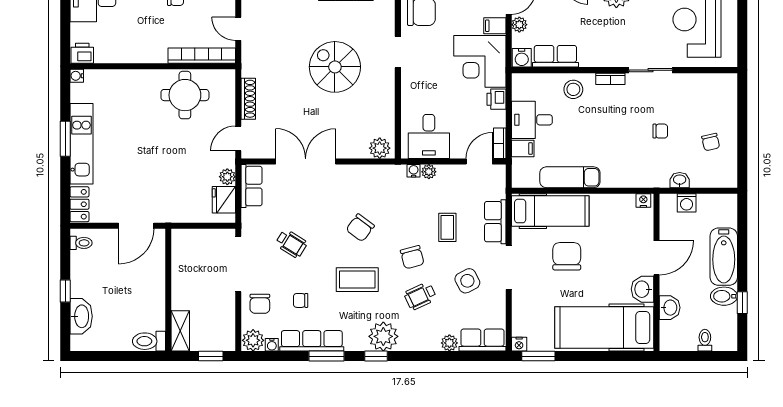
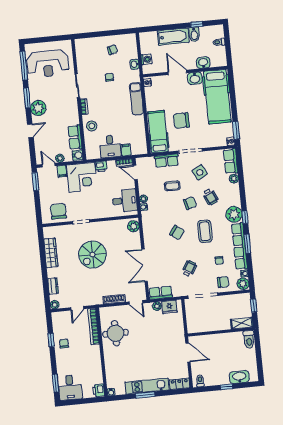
exam couch: (570, 177) -> (136, 99), moved
row of seats: (312, 341) -> (239, 246), width x1.36

